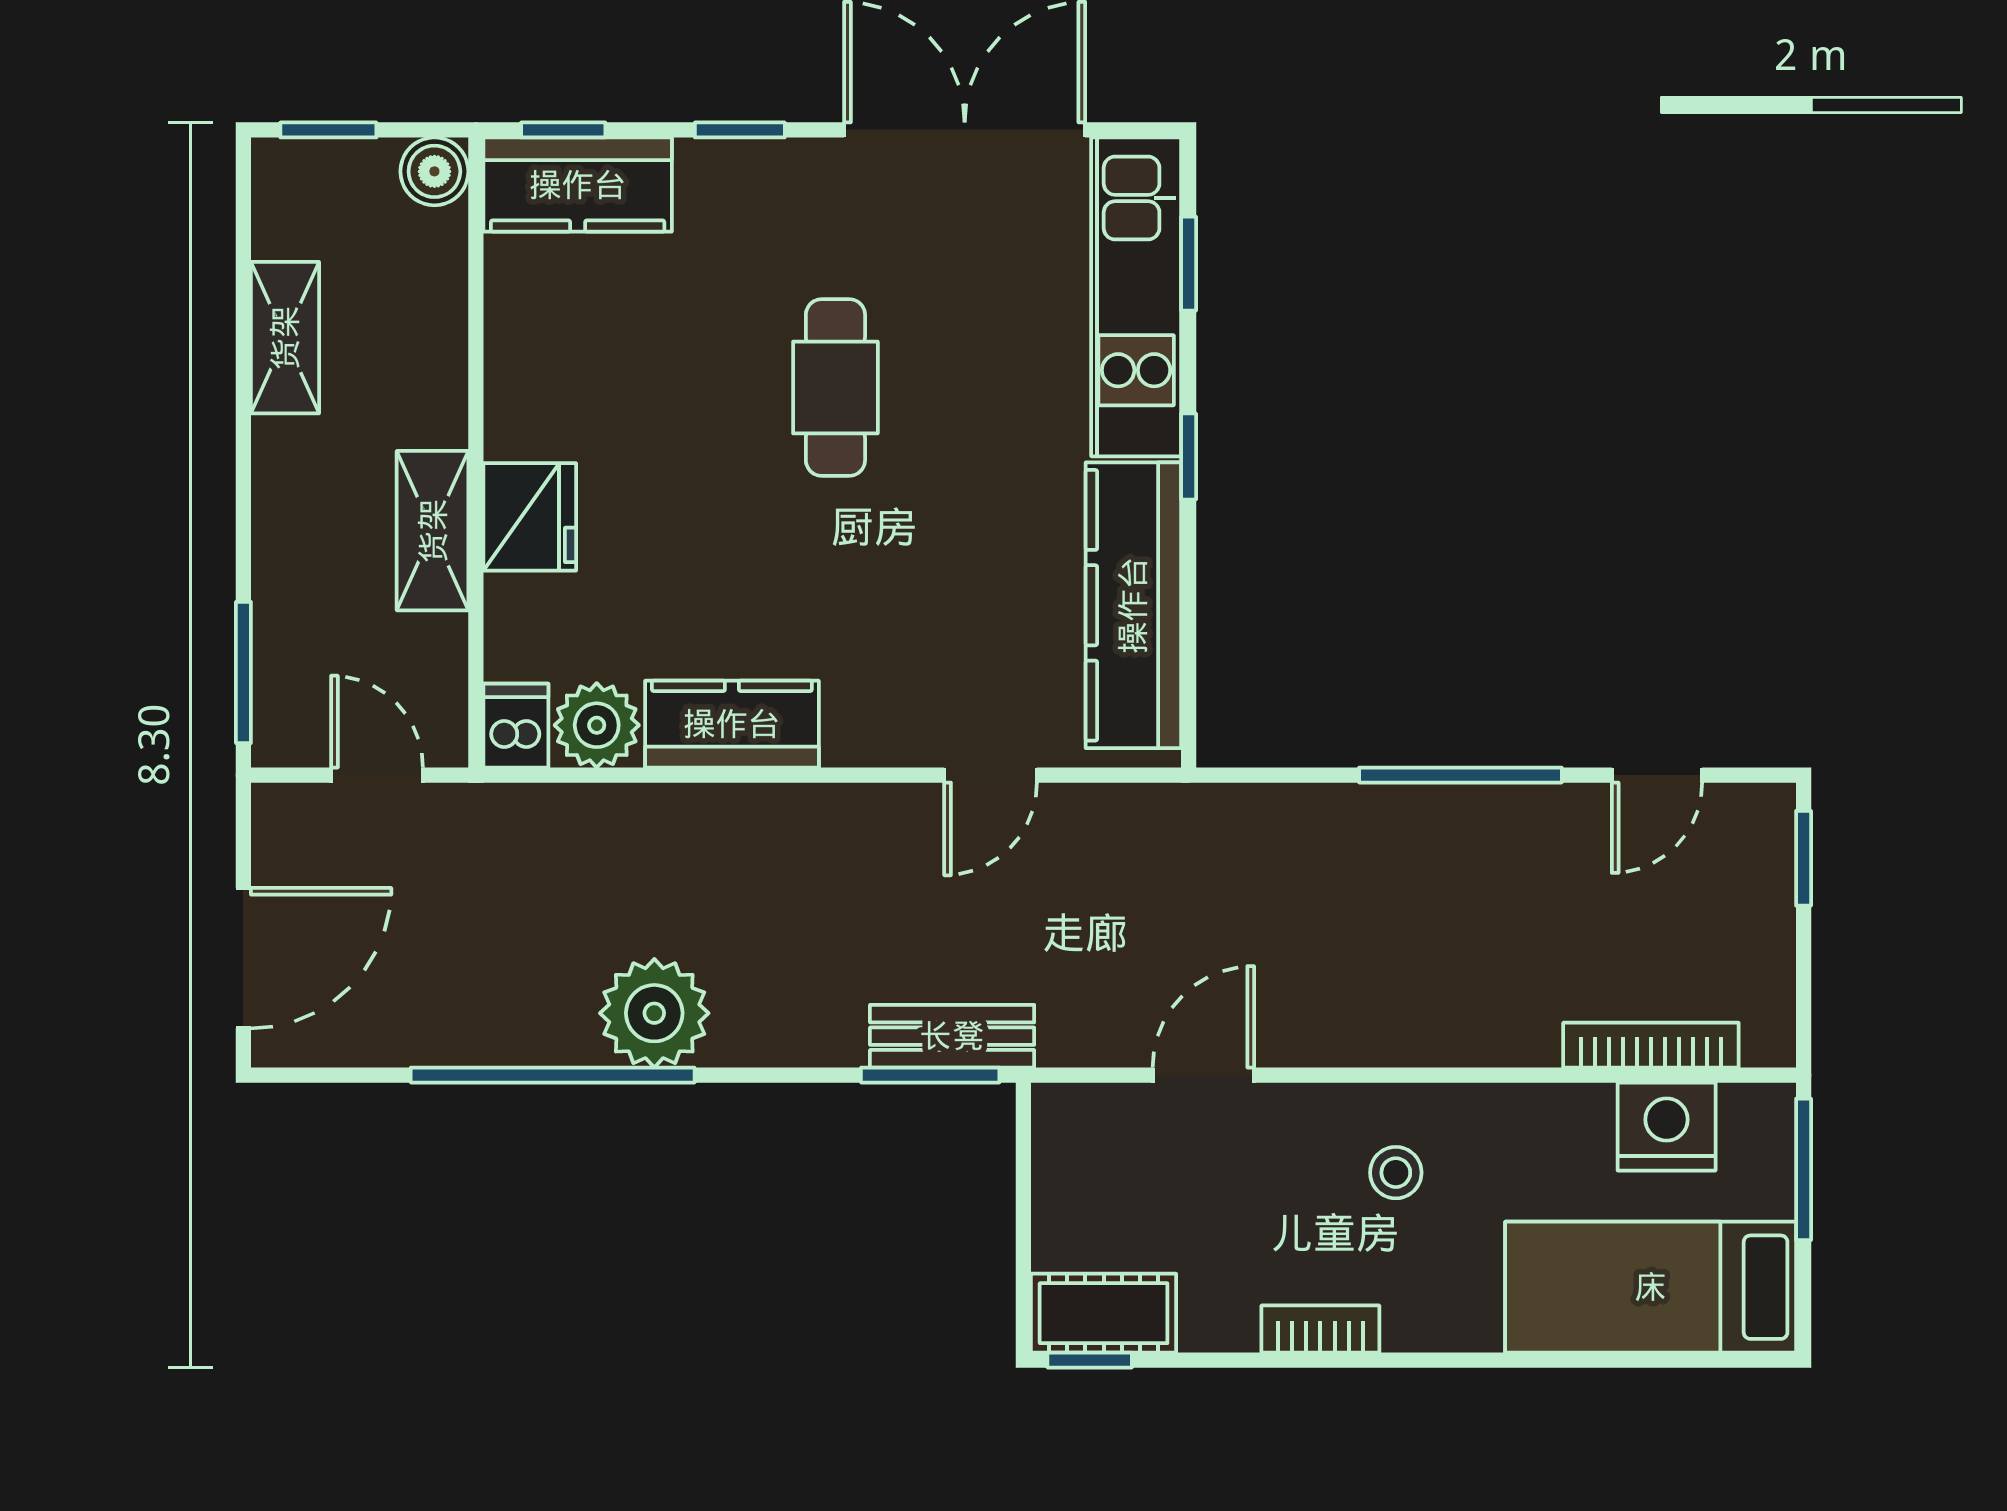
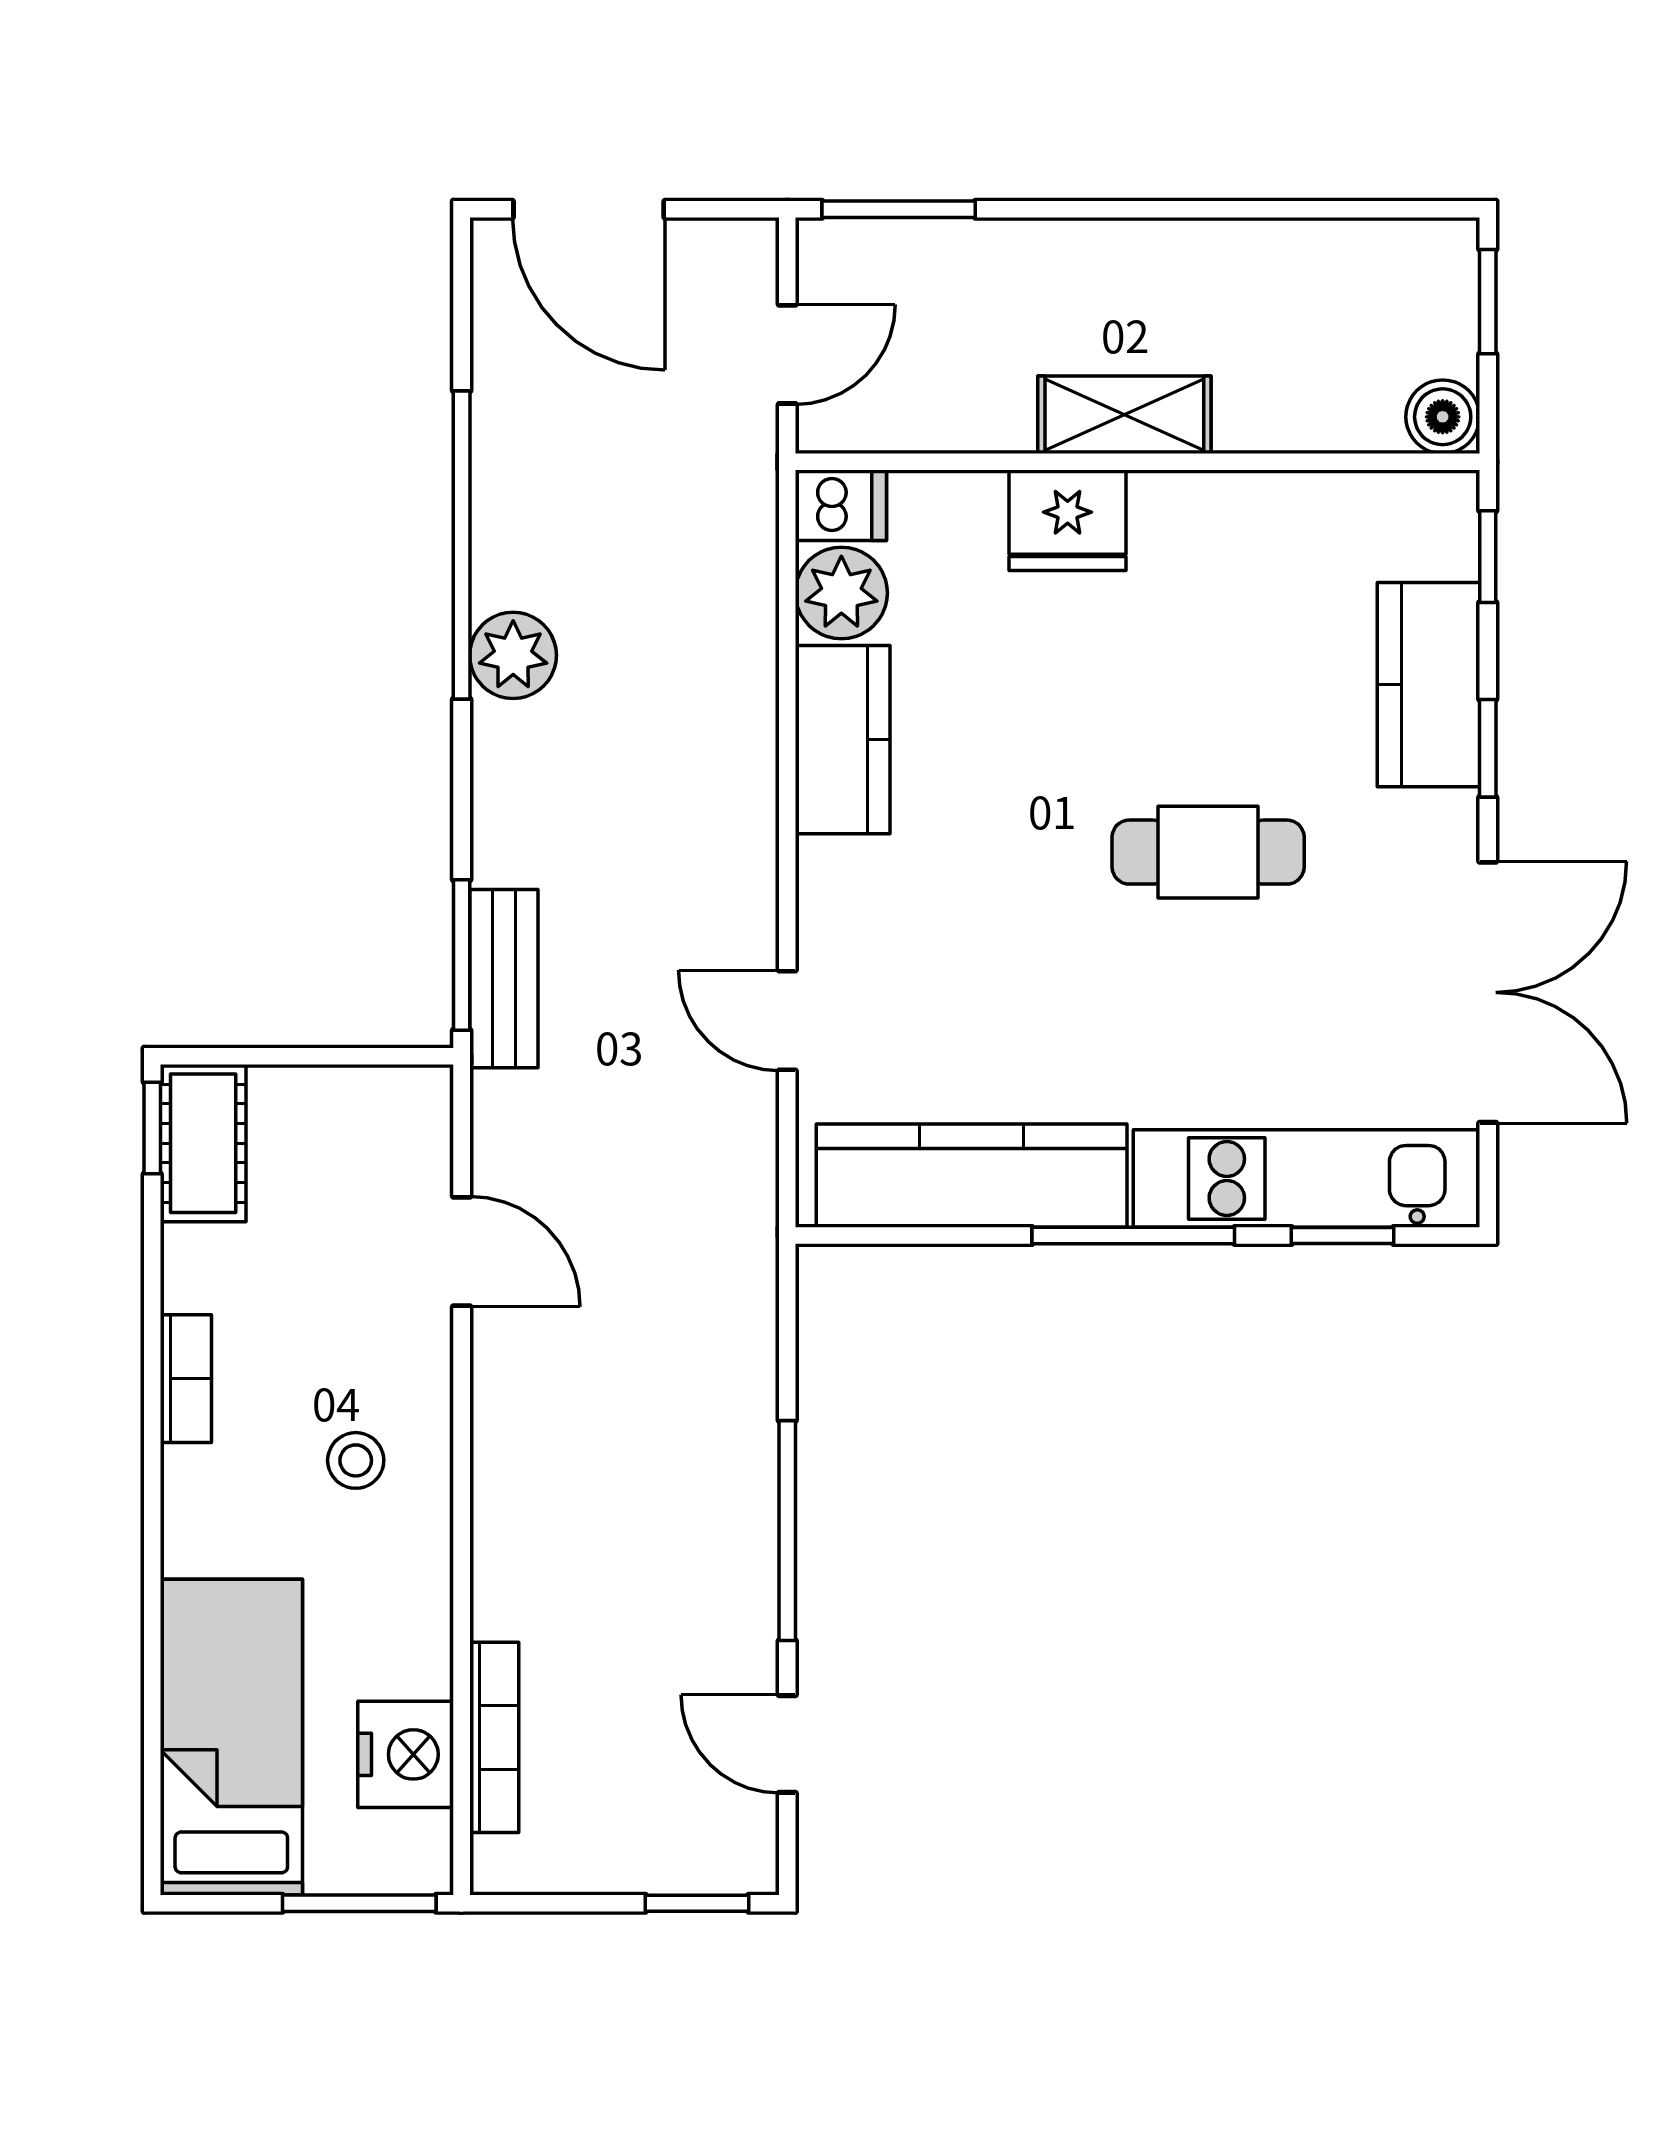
kitchen counter: (578, 185) -> (1428, 685), moved
shelving: (285, 338) -> (1262, 255), removed
window: (1189, 456) -> (1133, 1235), width x2.17
shelving: (433, 531) -> (1124, 415), moved
plant: (654, 1013) -> (513, 655), width x0.73, depth x0.73

